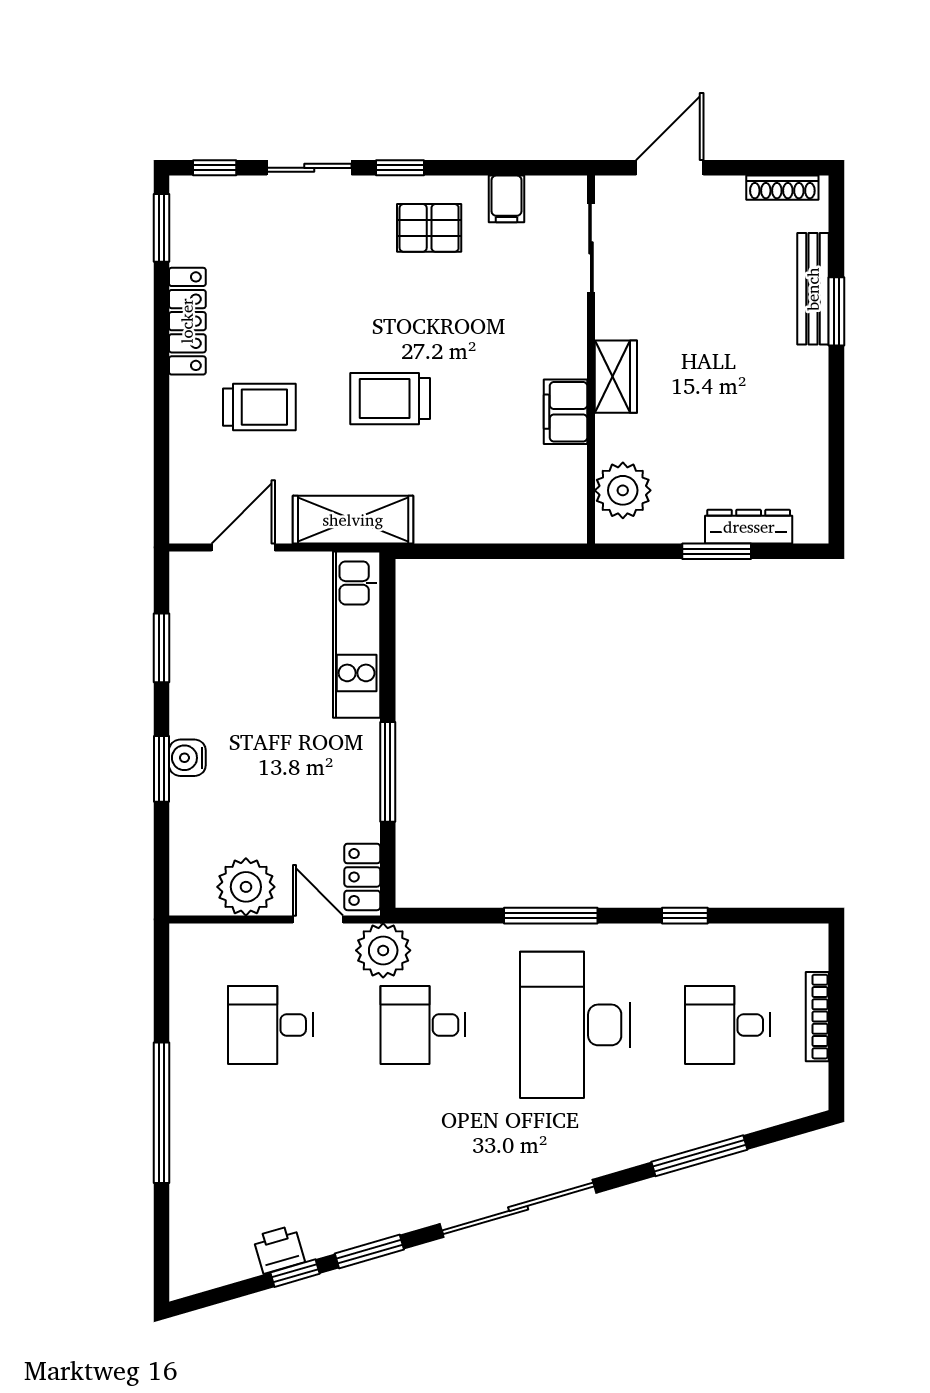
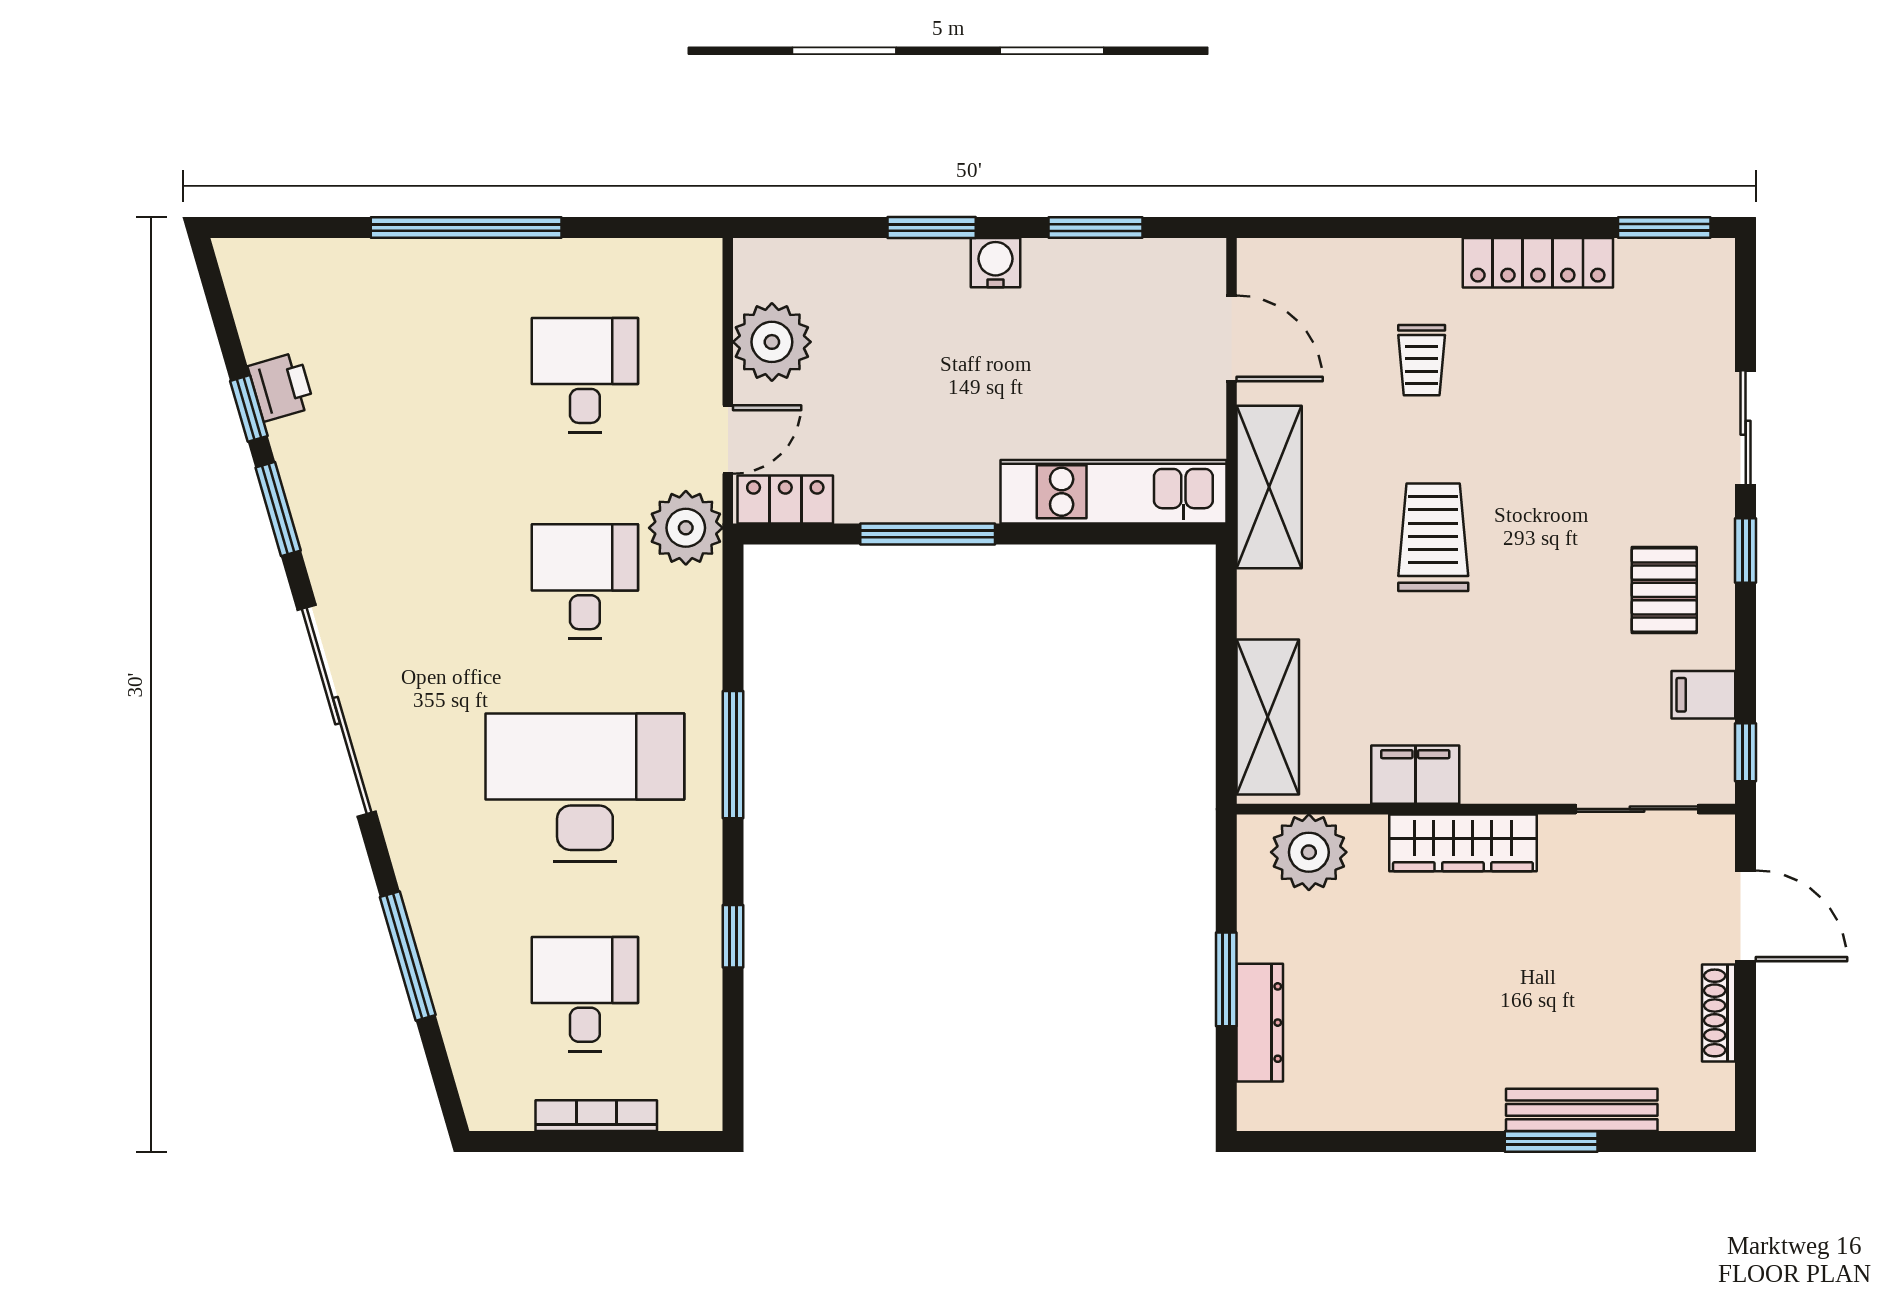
window: (215, 168) -> (1746, 752), moved
shoe rack: (782, 188) -> (1719, 1013), moved
wardrobe: (616, 377) -> (1463, 843), width x1.50
trolley: (259, 407) -> (1422, 360), width x0.73, depth x0.72
shelving: (523, 521) -> (1268, 717), added
water cooler: (187, 758) -> (995, 263), moved

